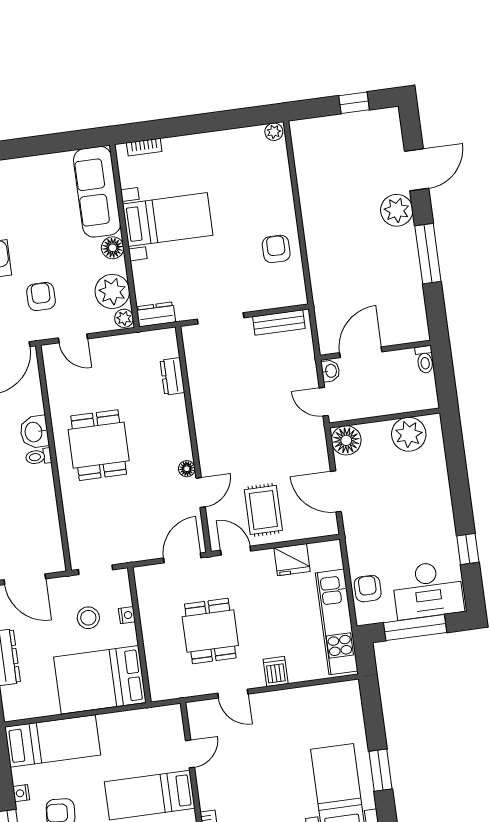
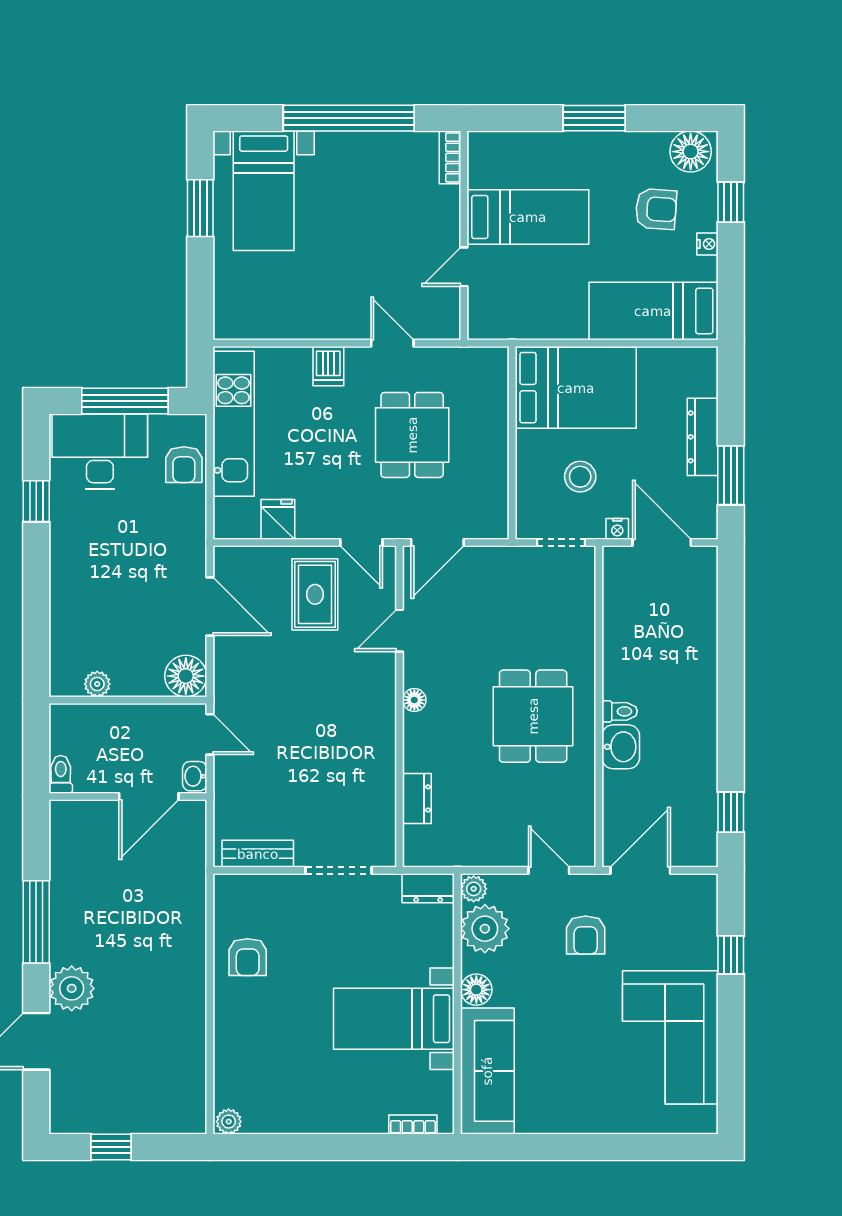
plant: (409, 434) -> (97, 684), width x0.53, depth x0.53
floor lamp: (187, 469) -> (414, 700), moved
fridge: (292, 560) -> (278, 519), width x0.72
nightstand: (127, 615) -> (617, 529), moved, turned -90

